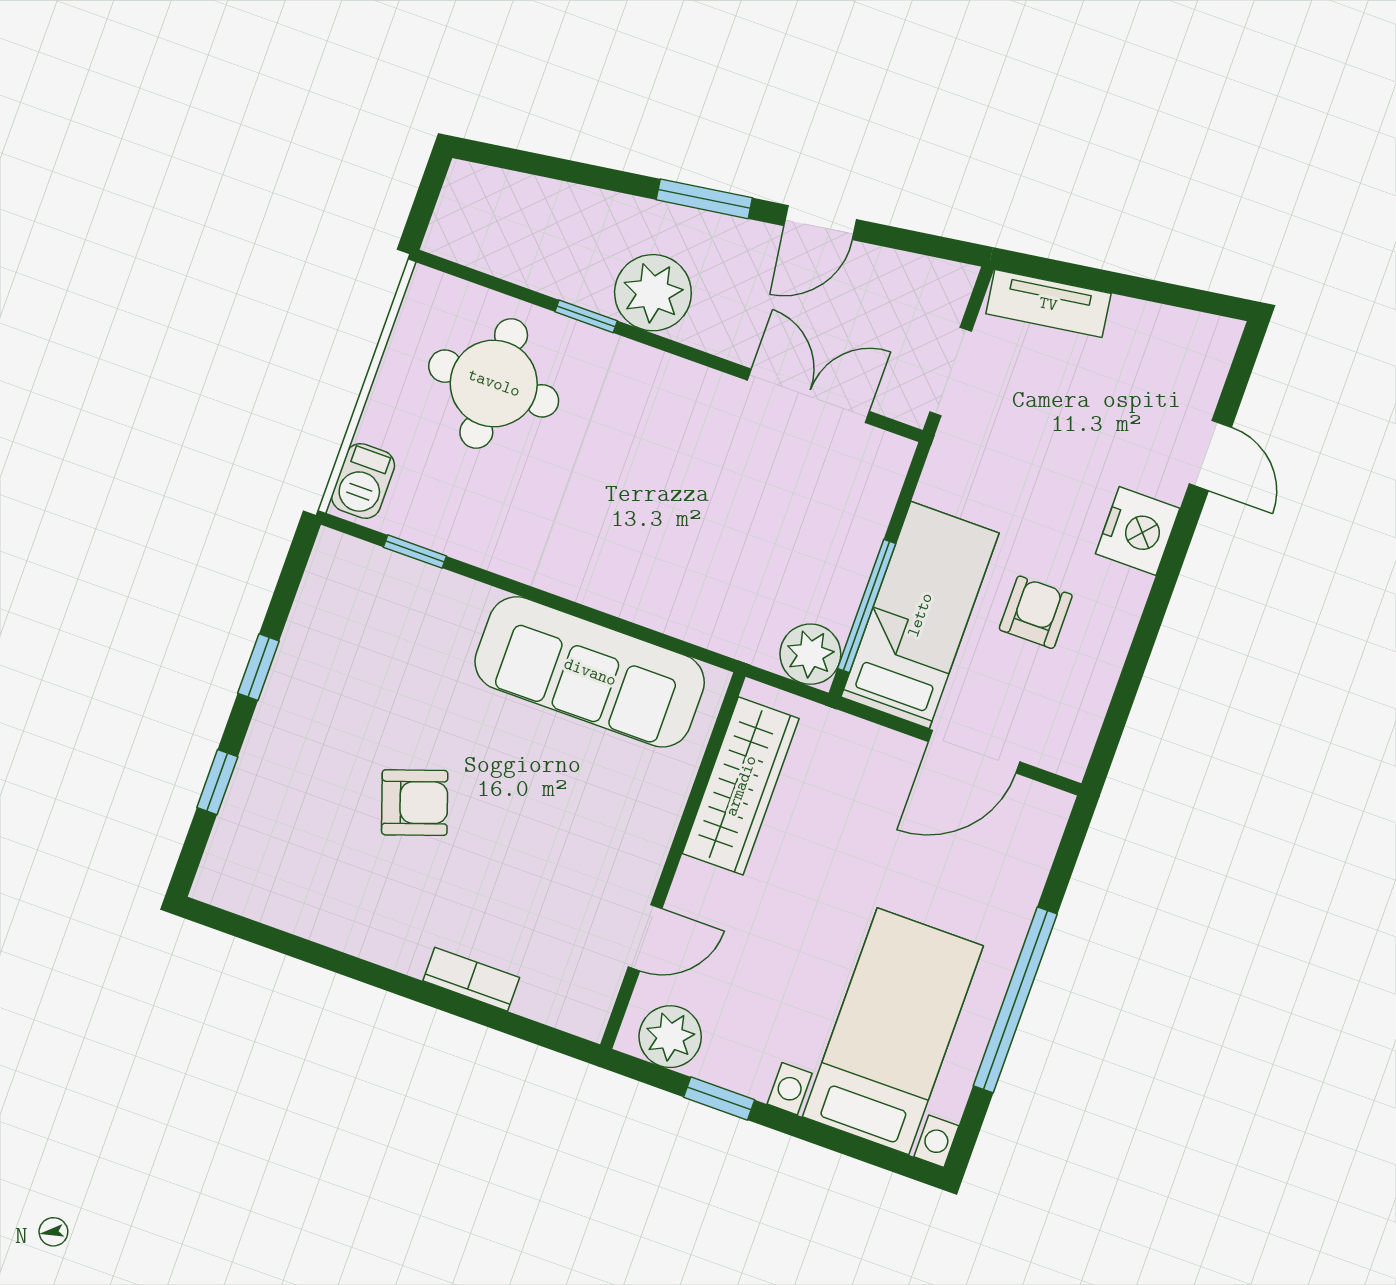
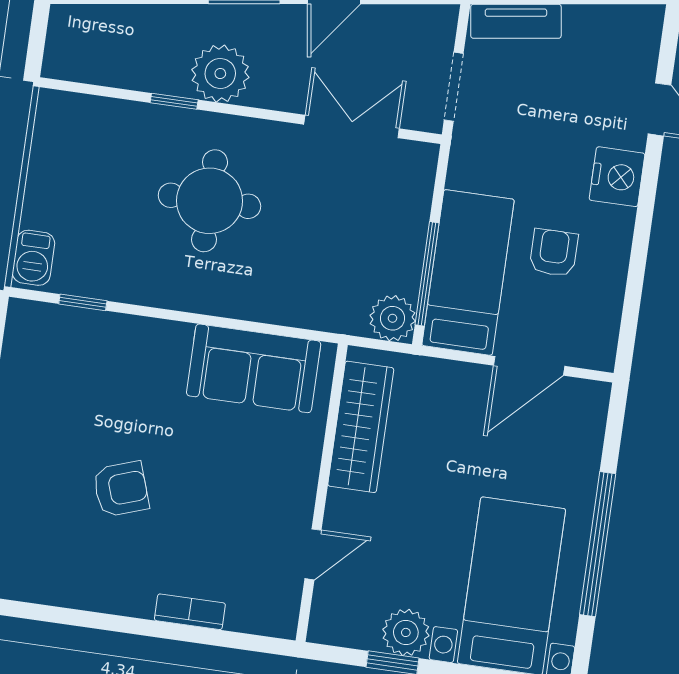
round table: (494, 383) -> (210, 201), moved
sofa: (590, 672) -> (254, 368), width x0.73
plant: (670, 1037) -> (406, 632), moved

